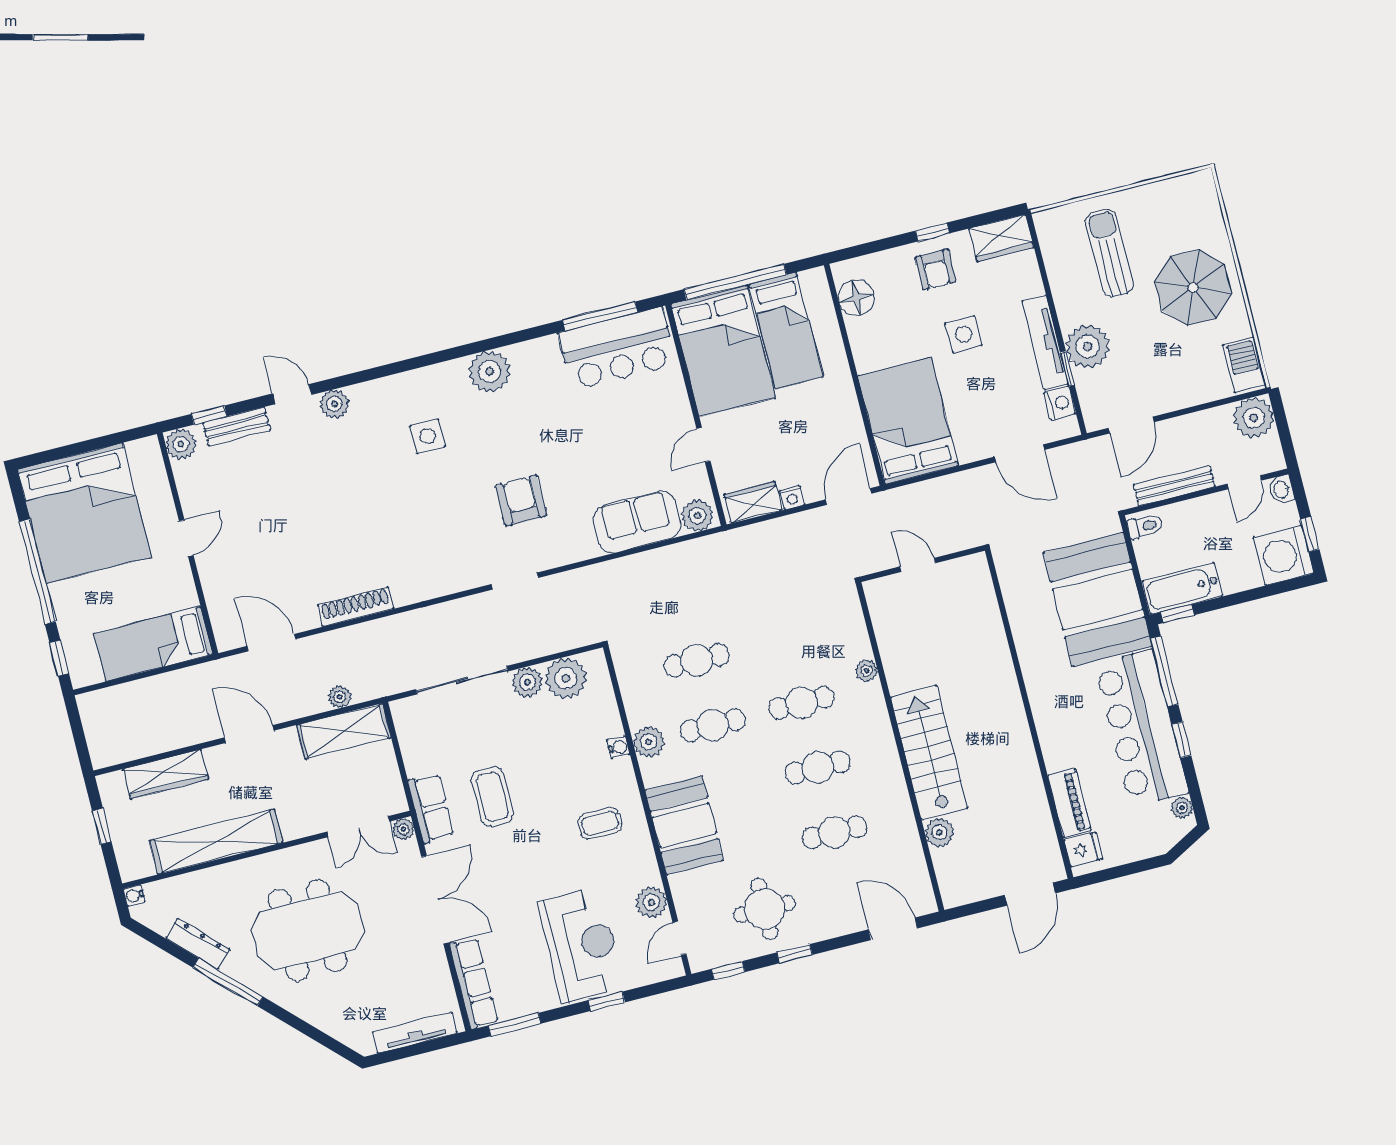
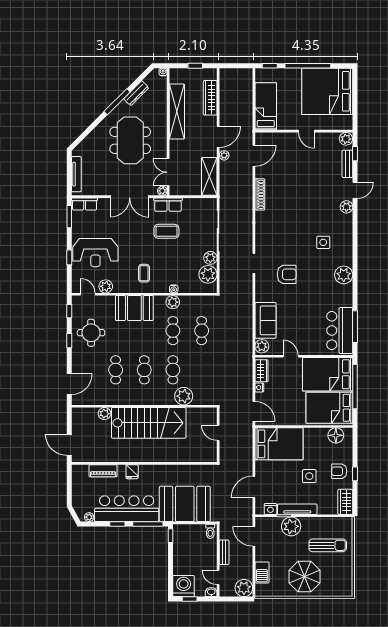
bed: (786, 331) -> (329, 408), width x1.50
barbecue: (1244, 365) -> (262, 572), moved, turned 90
bench: (1174, 486) -> (224, 552), width x0.73
door: (918, 565) -> (218, 433), swing flipped
bathtub: (1182, 588) -> (180, 540), removed
plant: (866, 670) -> (184, 396), width x1.87, depth x1.87
plant: (340, 697) -> (224, 155), moved
stairs: (929, 753) -> (149, 423), width x1.36, depth x1.51
fridge: (1083, 849) -> (132, 472), moved
row of seats: (474, 983) -> (85, 204), width x0.68

